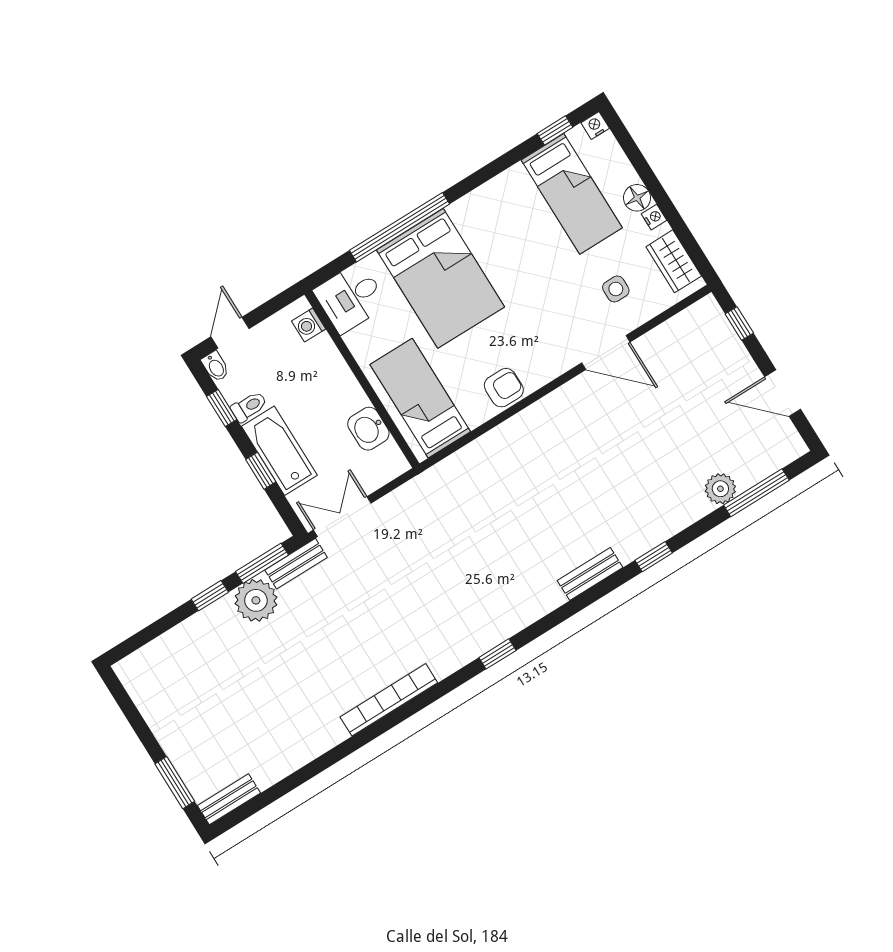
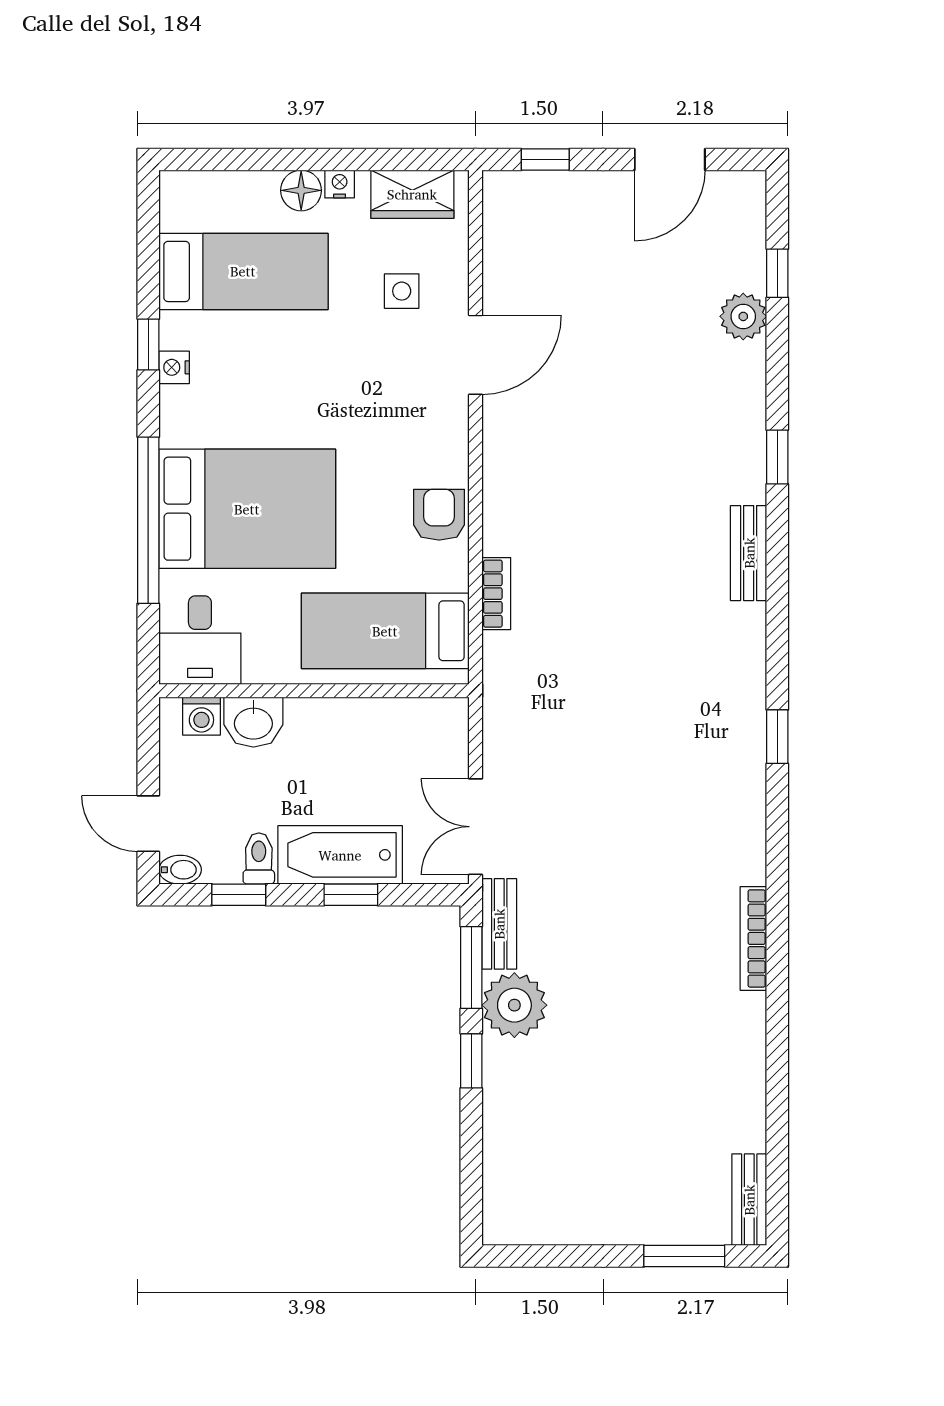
nightstand: (595, 125) -> (174, 367), moved
window: (555, 130) -> (148, 345), moved
washbasin: (368, 429) -> (253, 722), moved
bookcase: (480, 447) -> (496, 594), added
window: (756, 493) -> (777, 273), width x0.46
bookcase: (389, 700) -> (753, 938), width x0.68, depth x0.76

